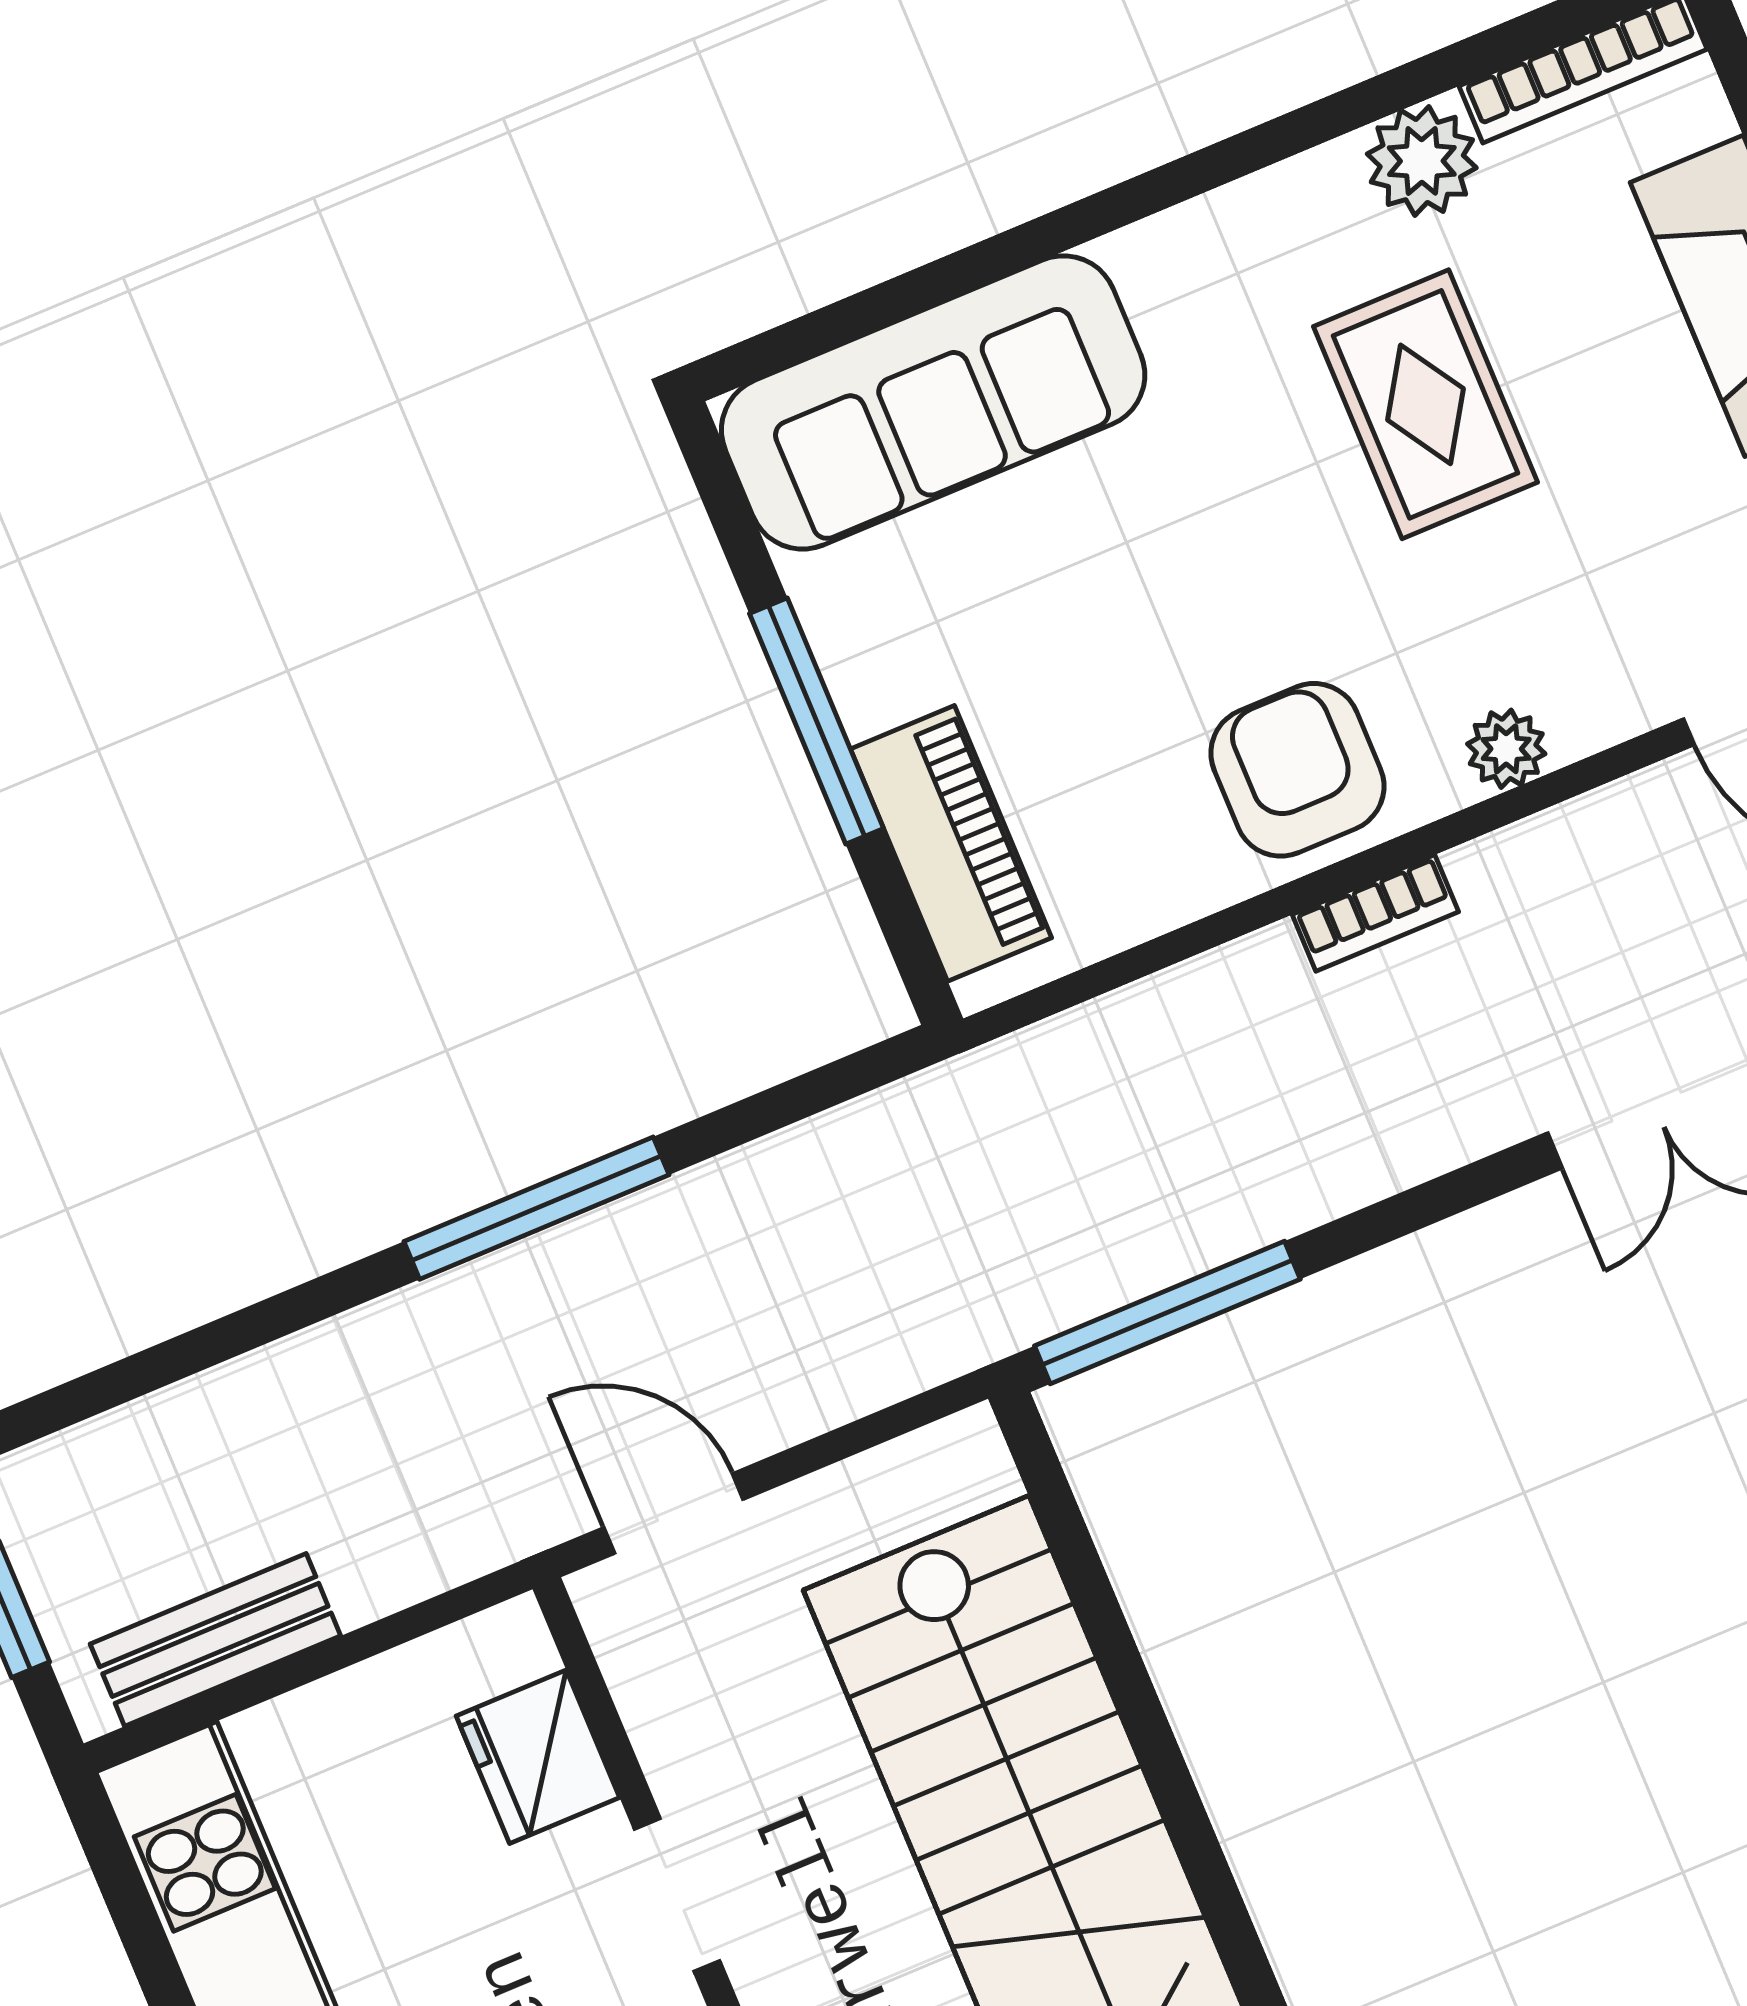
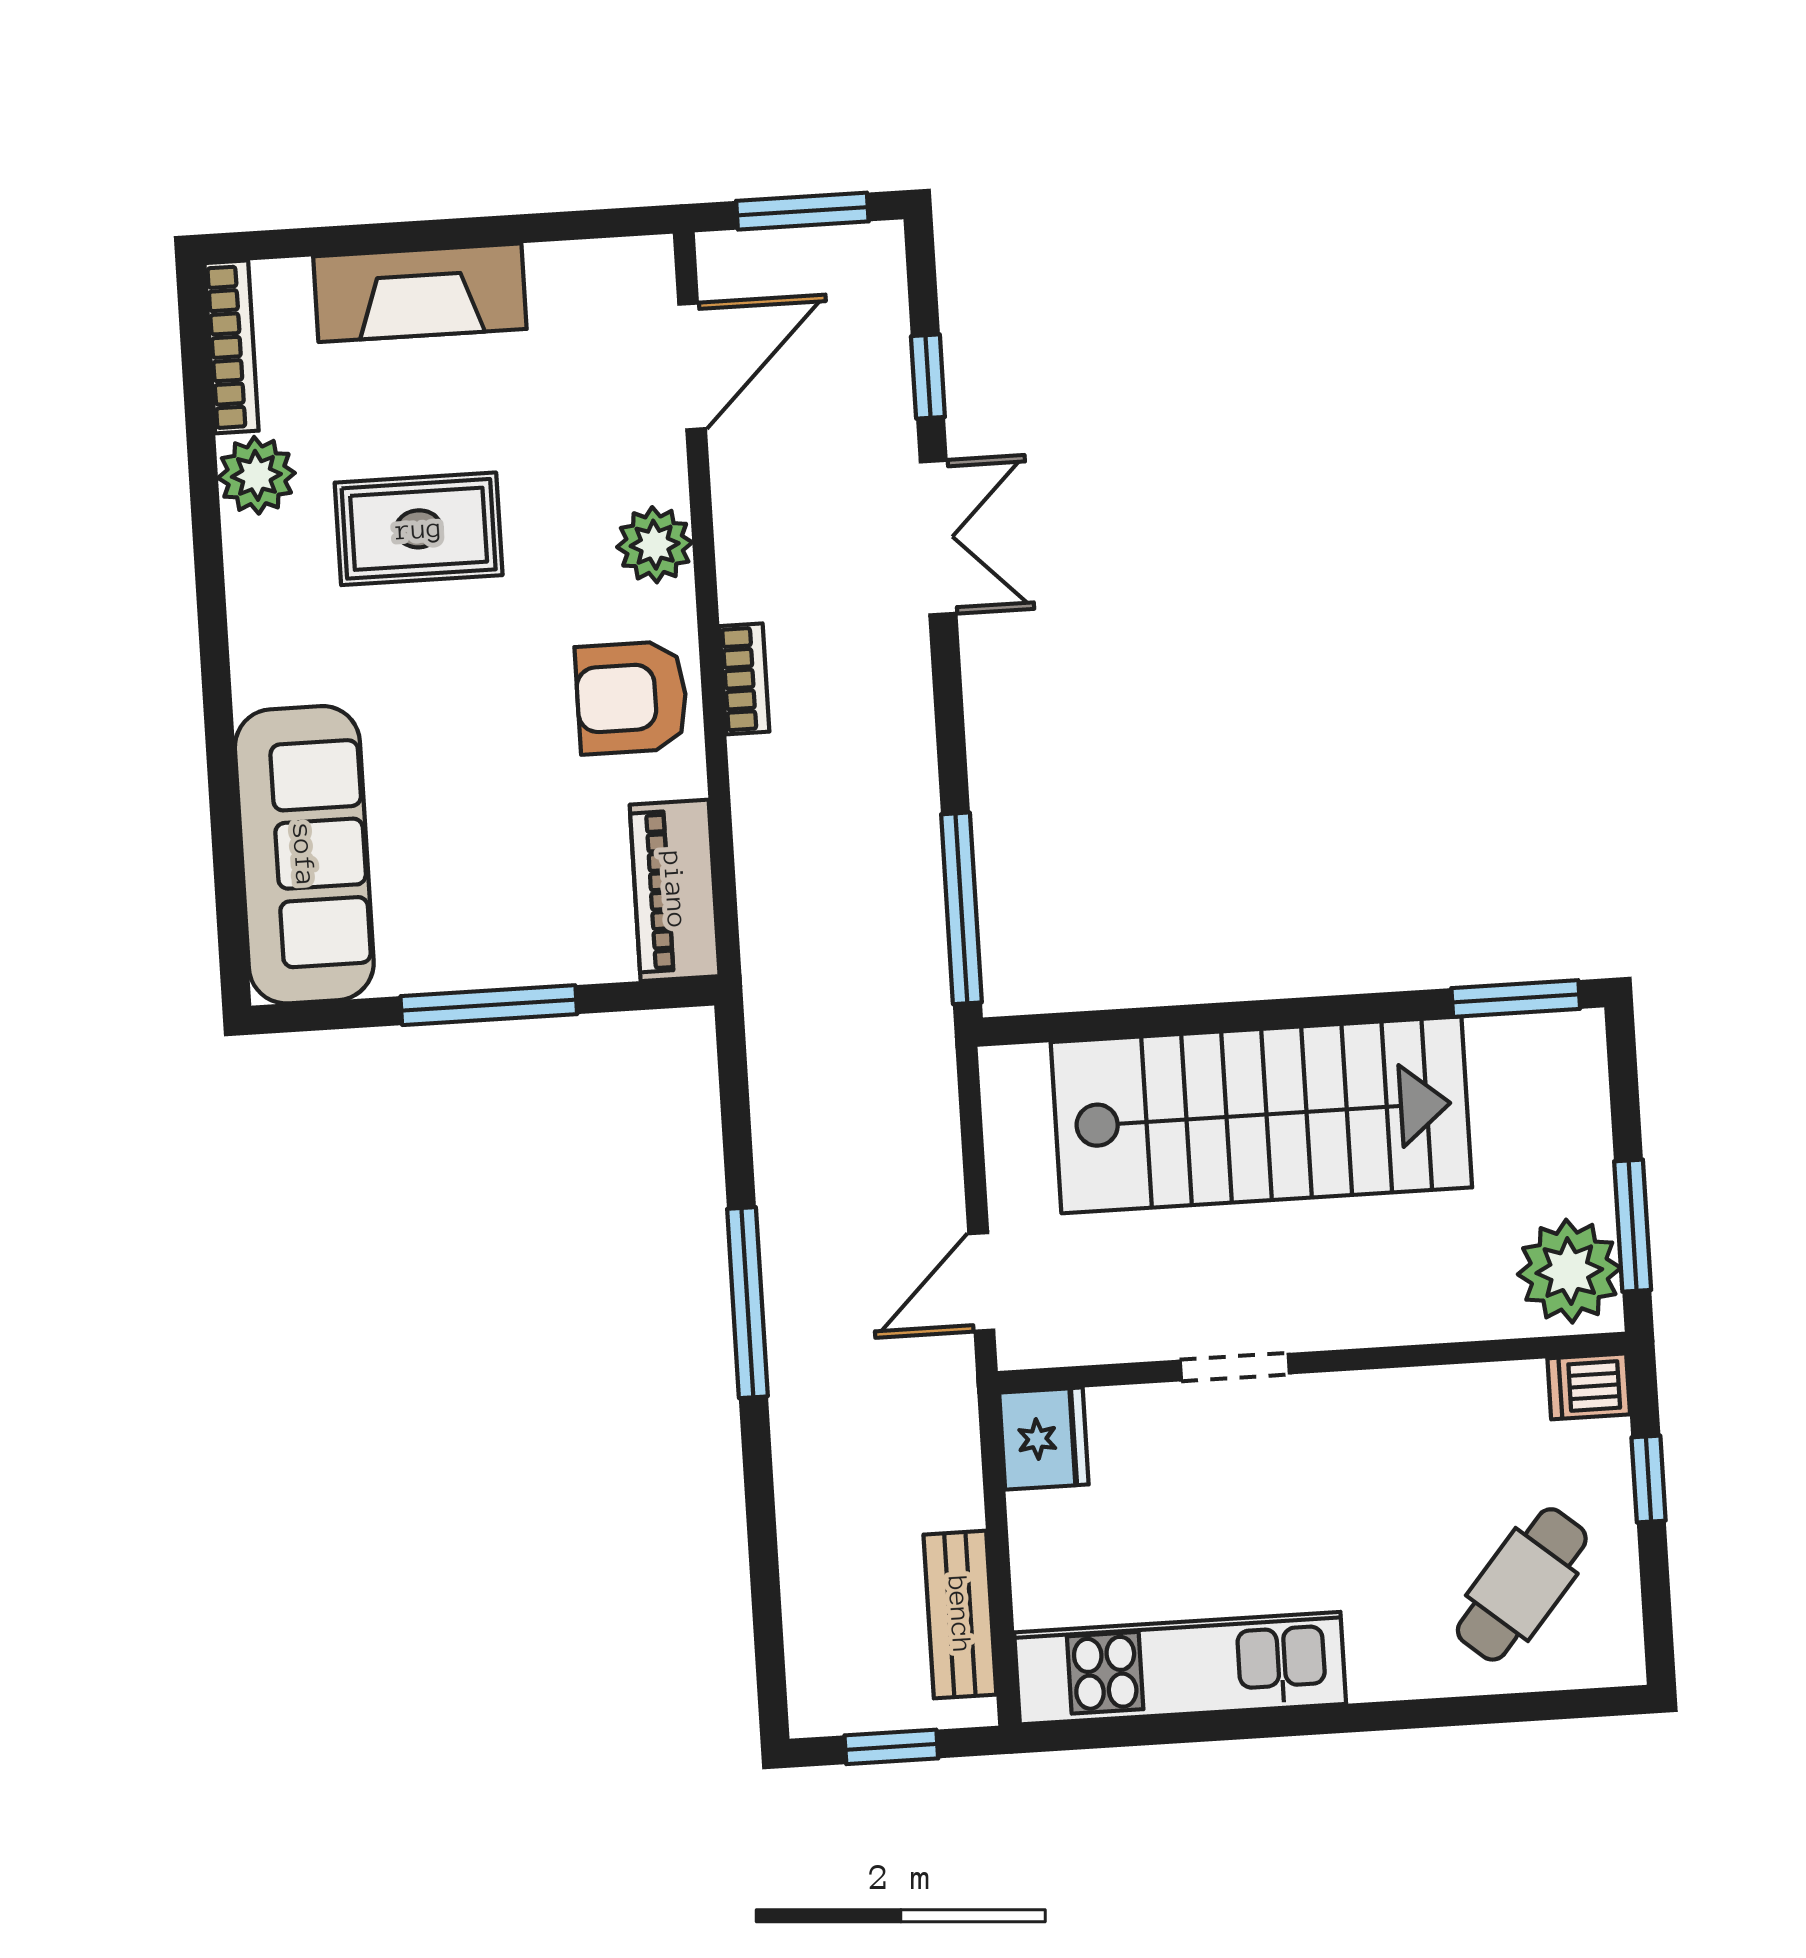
plant: (1506, 749) -> (655, 545), width x1.38, depth x1.38
piano: (951, 843) -> (675, 890), moved, turned -90
fridge: (538, 1757) -> (1044, 1439), moved, turned -90

